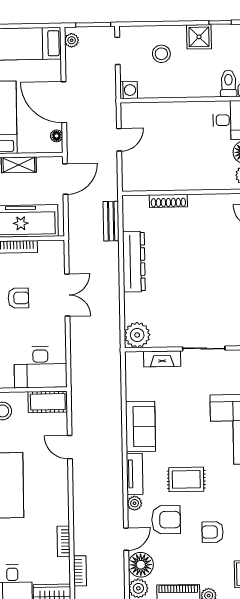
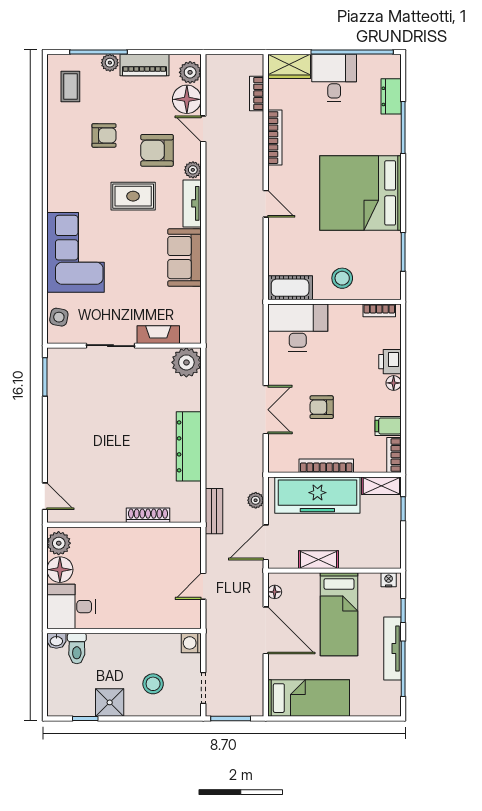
plant: (72, 40) -> (256, 500), moved
bench: (111, 221) -> (214, 511), moved
double door: (67, 295) -> (266, 410), swing flipped
door: (70, 447) -> (266, 204), moved
door: (126, 539) -> (203, 129), hinge flipped
bookcase: (64, 541) -> (275, 138), width x1.56

